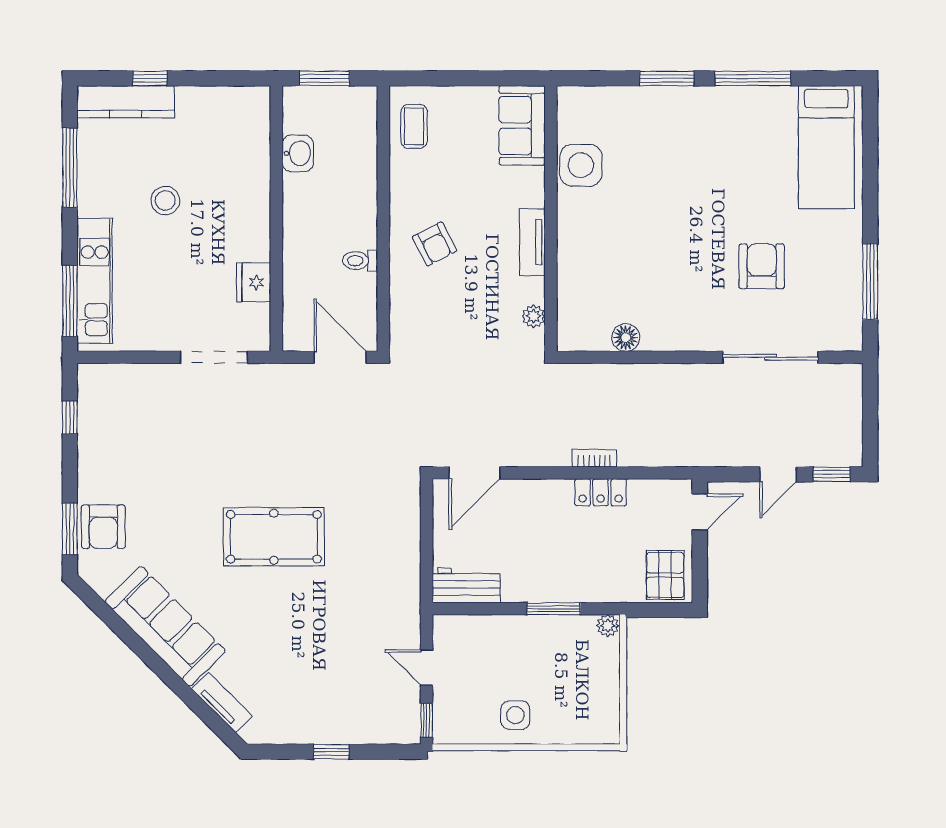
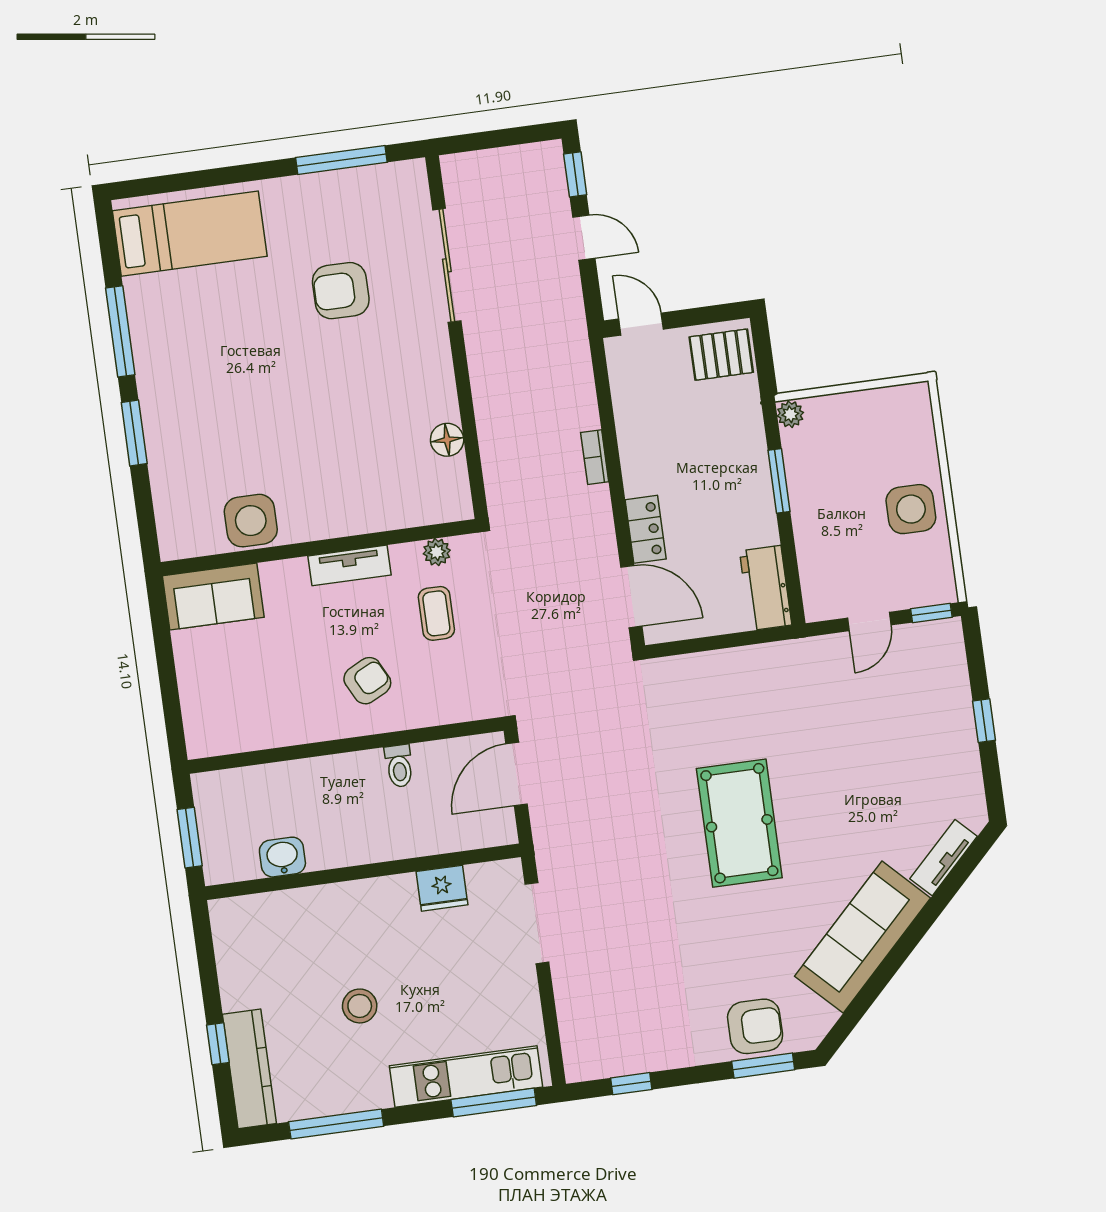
coffee table: (414, 126) -> (436, 613), moved, turned 90
locker: (601, 492) -> (646, 529), moved
side table: (515, 715) -> (911, 509), width x1.37, depth x1.37

